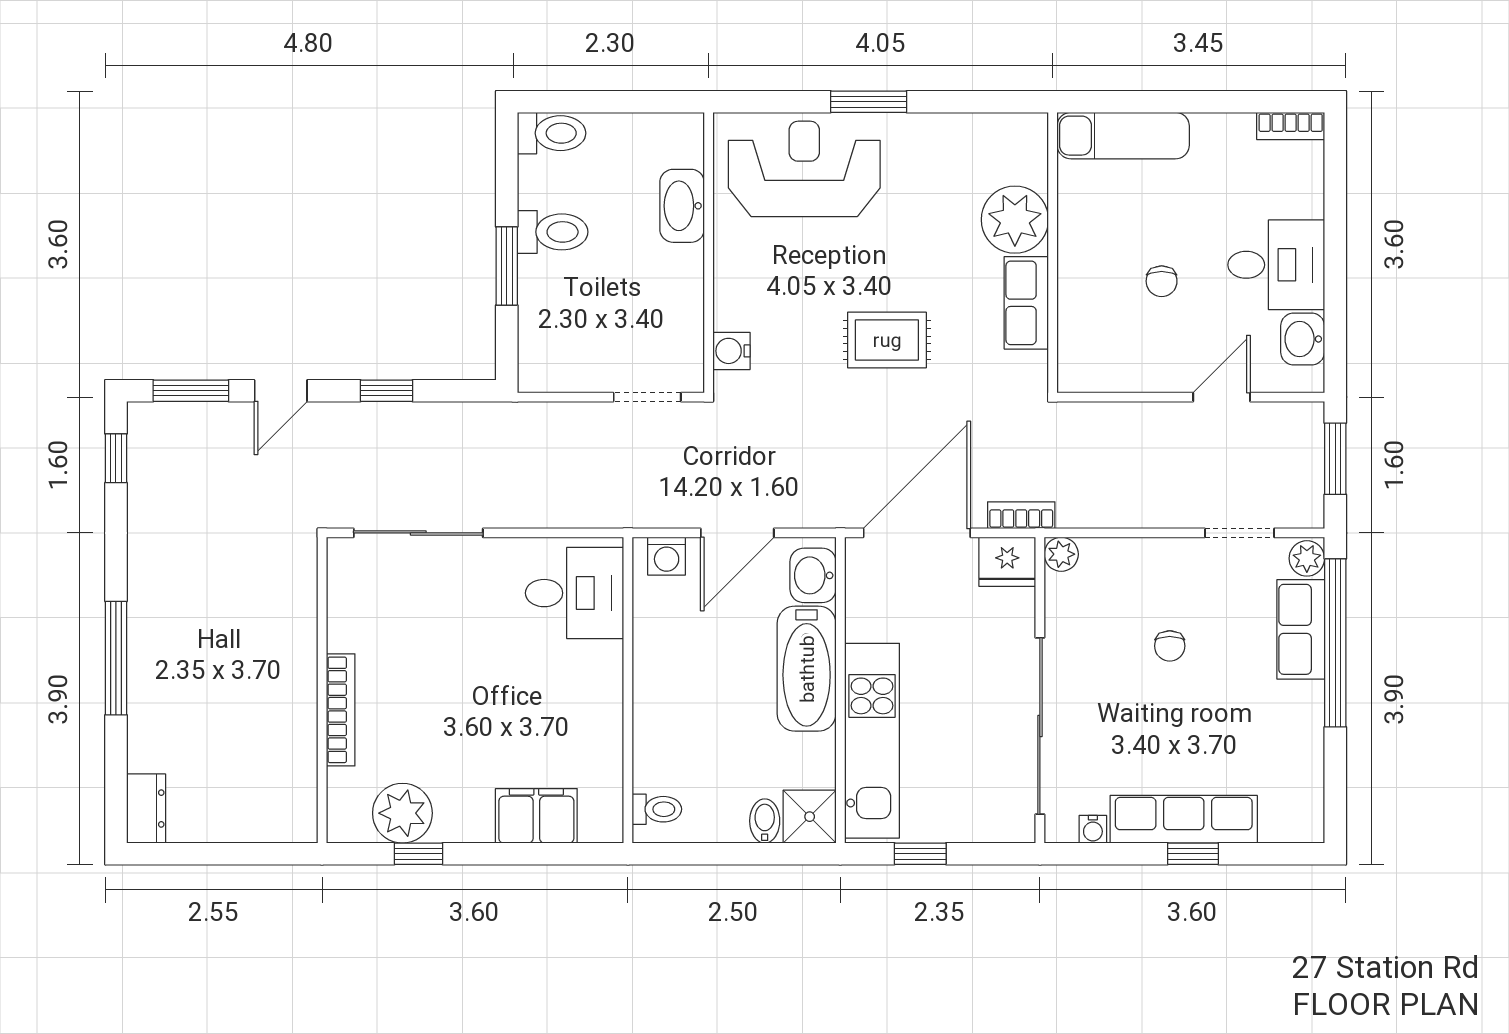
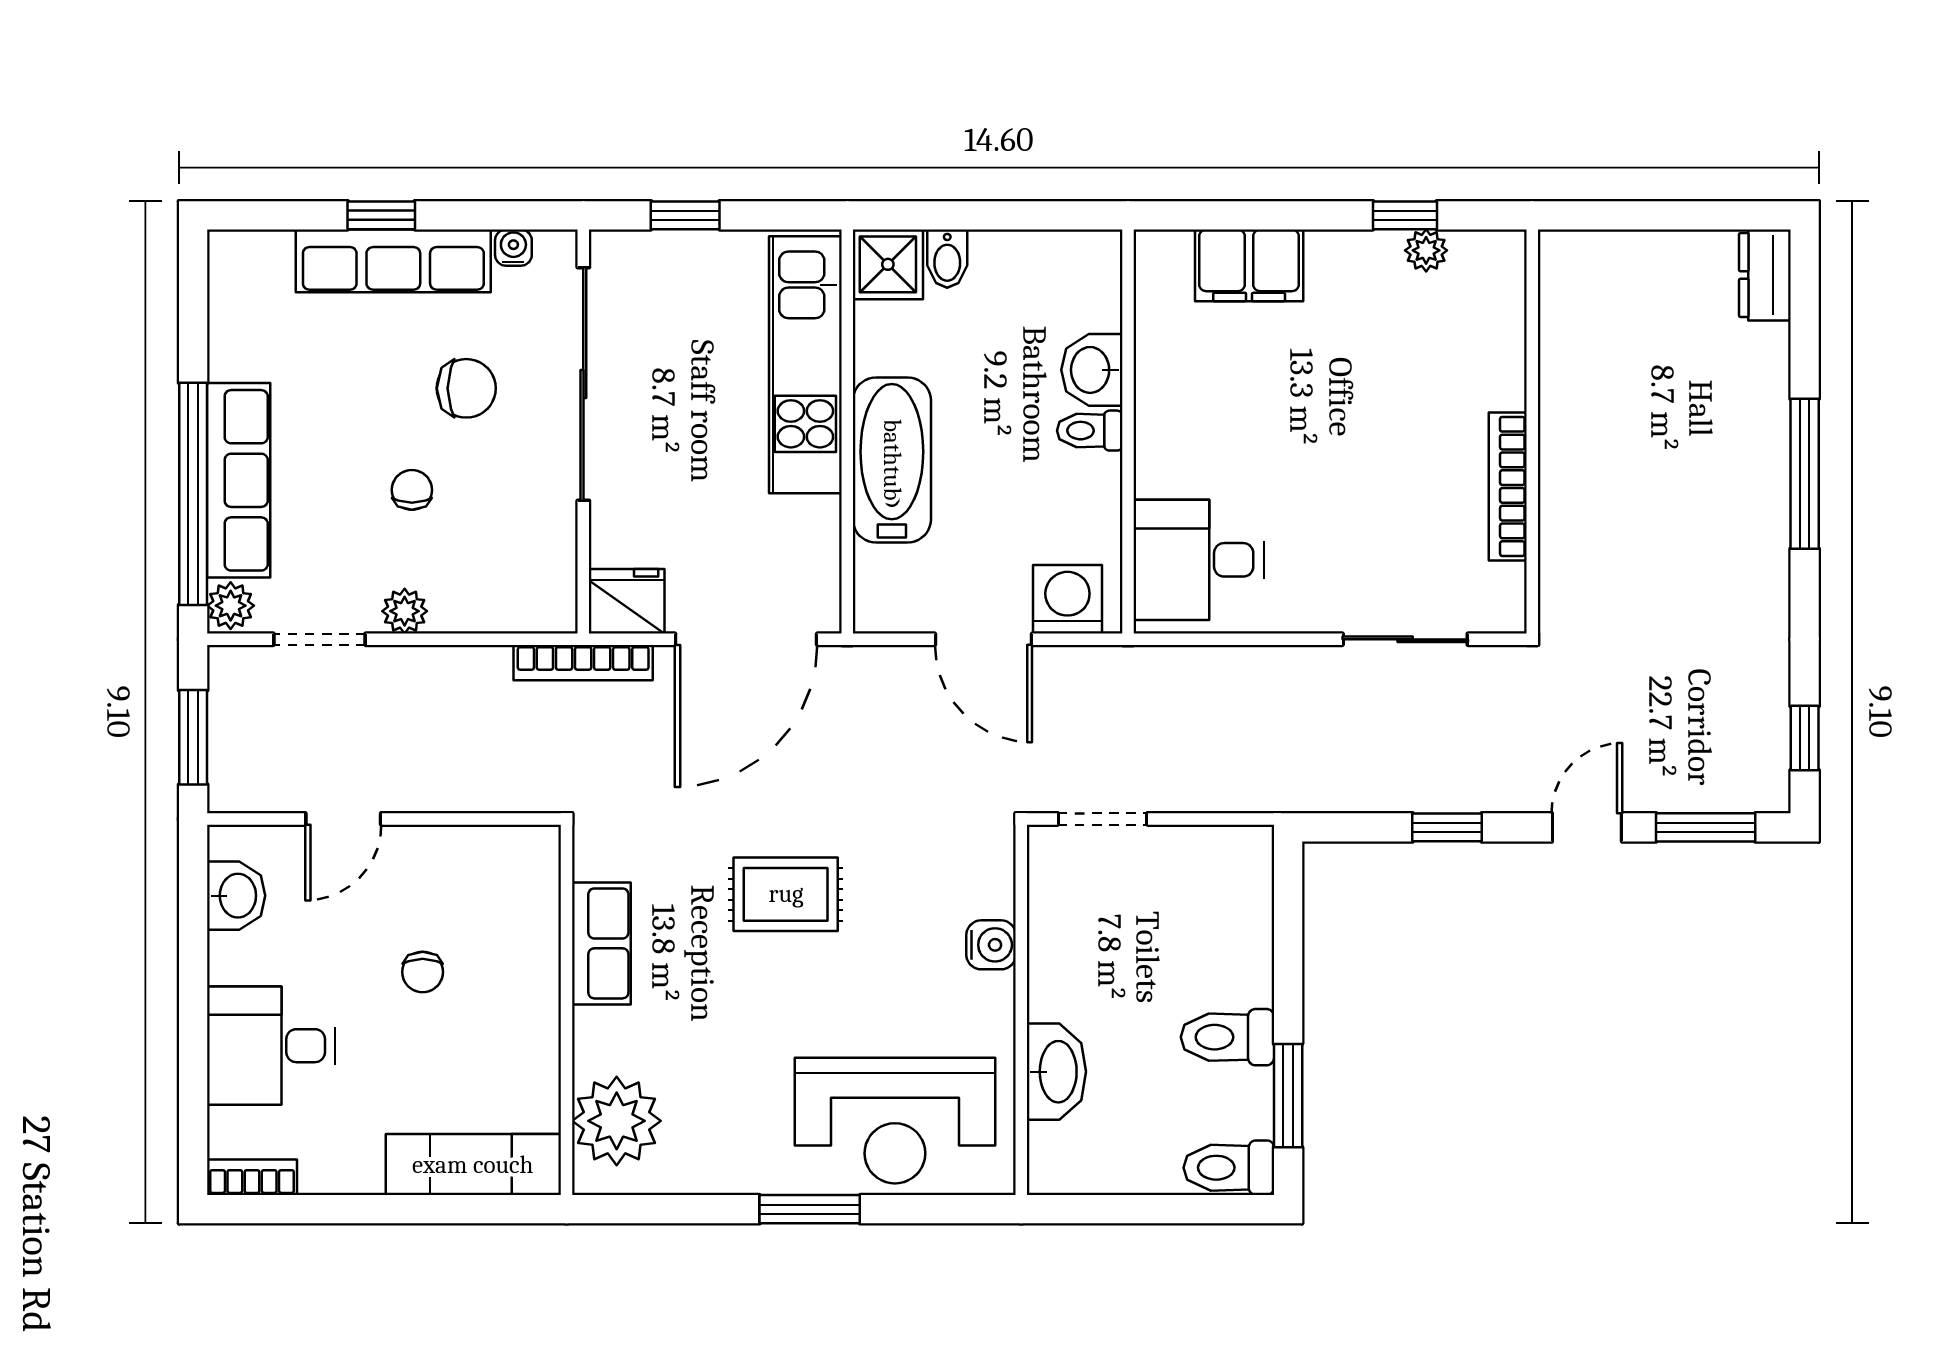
plant: (1015, 220) -> (617, 1121), moved
desk: (1276, 265) -> (271, 1046), moved
window: (507, 266) -> (1288, 1096), moved
chair: (1162, 281) -> (423, 972), turned 180
water cooler: (731, 351) -> (991, 945), moved
bookcase: (1021, 515) -> (583, 663), width x1.56
sliding door: (418, 533) -> (1405, 639), width x0.73
door: (737, 533) -> (984, 639), swing flipped
plant: (1061, 554) -> (405, 611), moved
washing machine: (667, 556) -> (1067, 599), width x1.38, depth x1.38
washbasin: (813, 575) -> (1092, 370), moved, turned 180
row of seats: (1301, 629) -> (239, 480), width x1.48
bookcase: (341, 710) -> (1508, 486), moved
chair: (1129, 723) -> (466, 388), added
toilet: (657, 809) -> (1090, 431), moved
plant: (402, 813) -> (1426, 250), width x0.53, depth x0.53
window: (920, 854) -> (685, 215), moved

